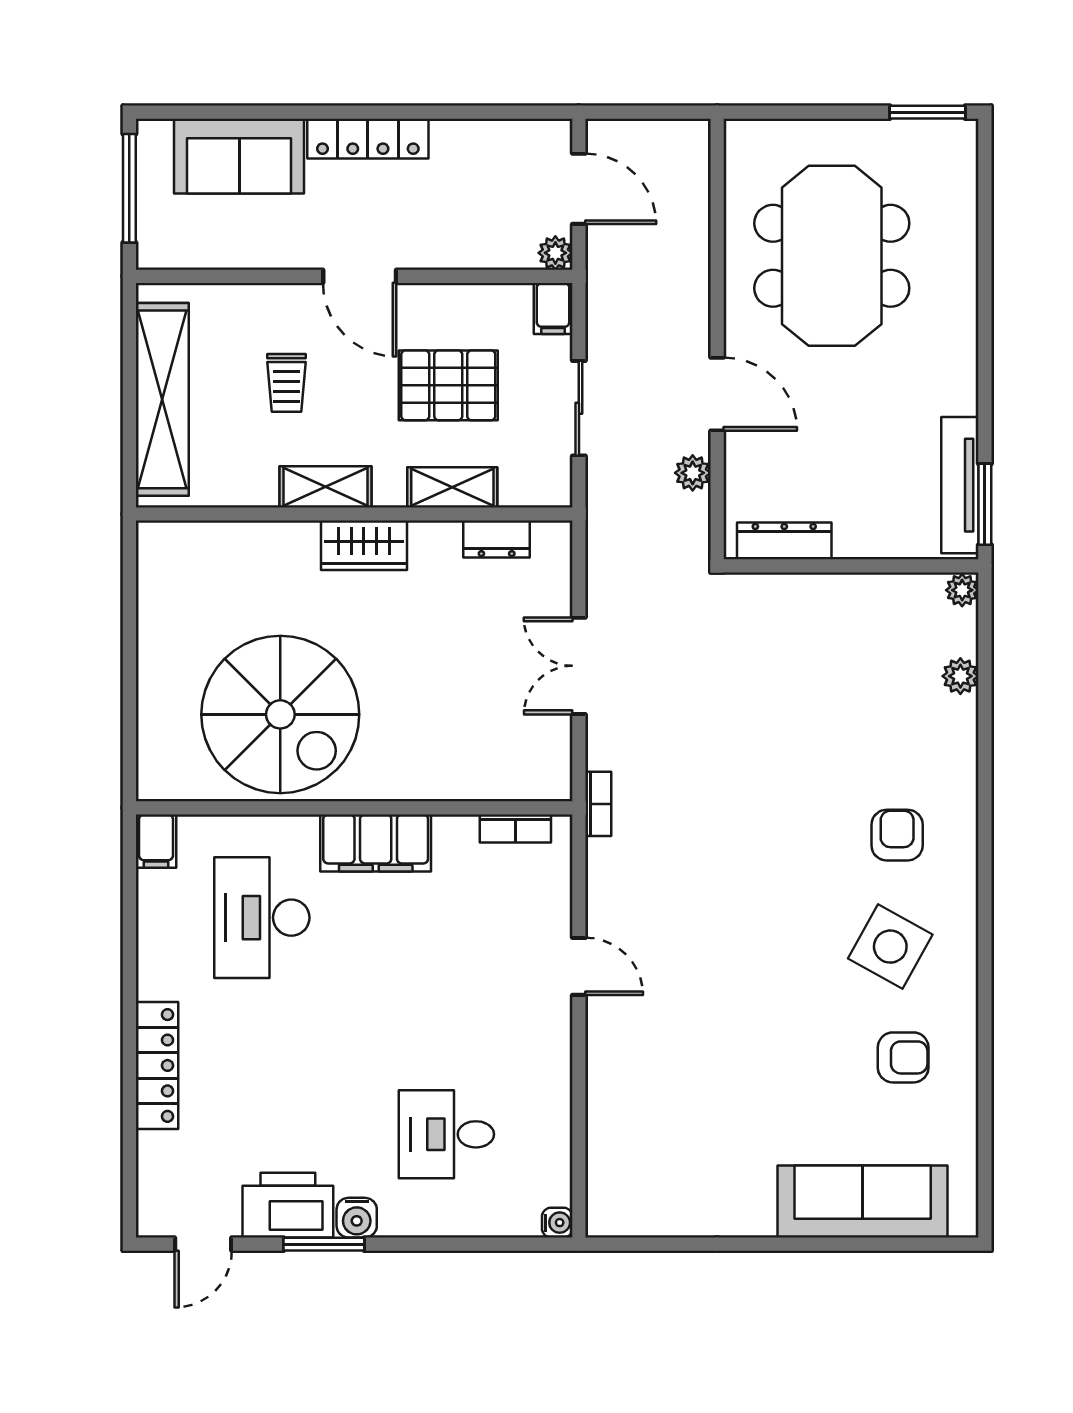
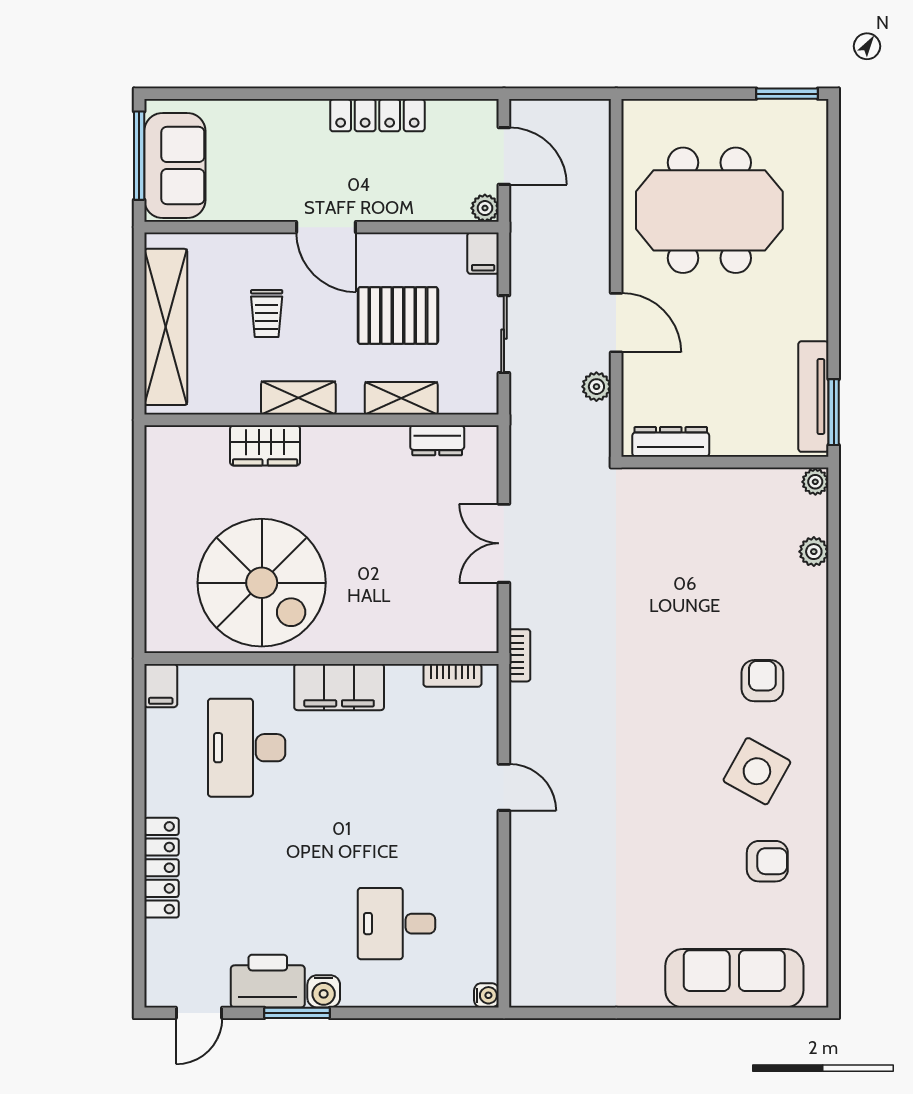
locker: (368, 139) -> (377, 115), moved
sofa: (239, 156) -> (175, 165), moved, turned -90
meeting table: (832, 256) -> (709, 210), turned 90
wardrobe: (364, 545) -> (265, 445), moved

